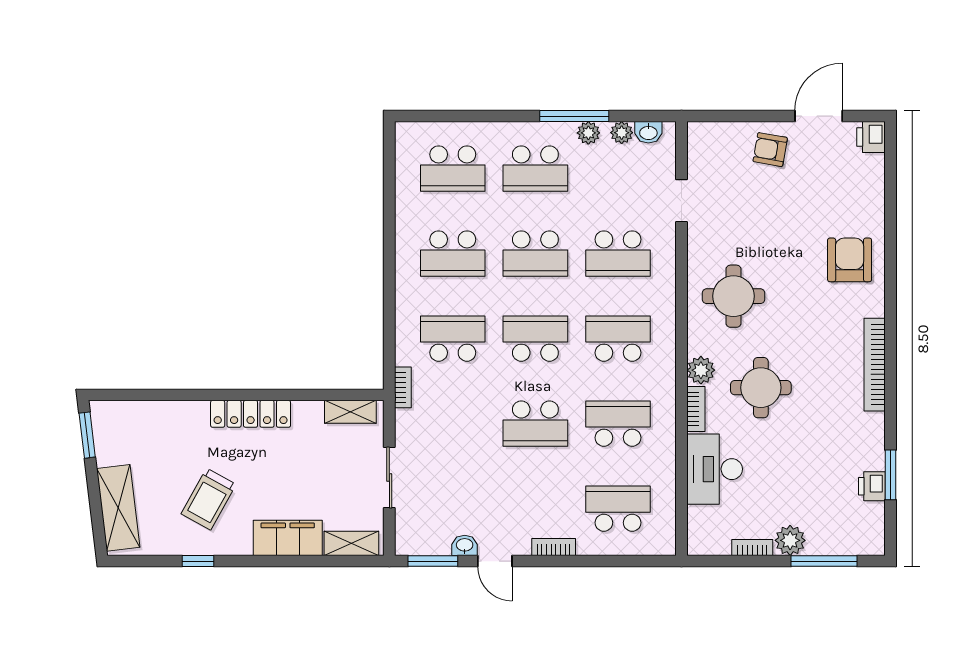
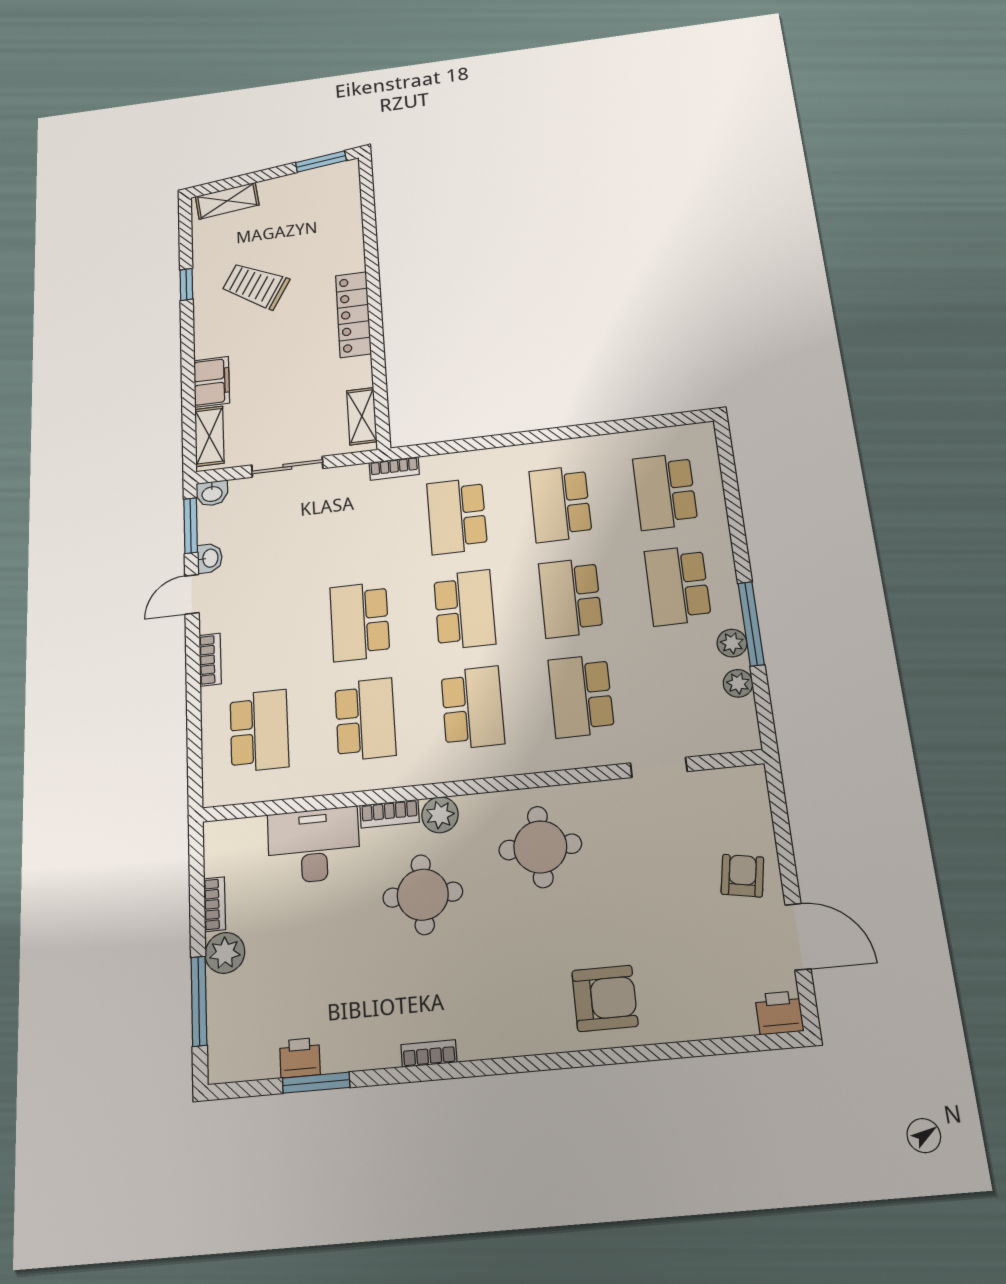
washbasin: (648, 132) -> (212, 493), moved, turned -90
school desk: (453, 339) -> (457, 516), turned 180
bookcase: (875, 365) -> (429, 1053), width x0.43, depth x0.76
shelving: (118, 508) -> (227, 201), width x0.67, depth x0.75
filing cabinet: (288, 538) -> (212, 382), width x0.67, depth x0.86

